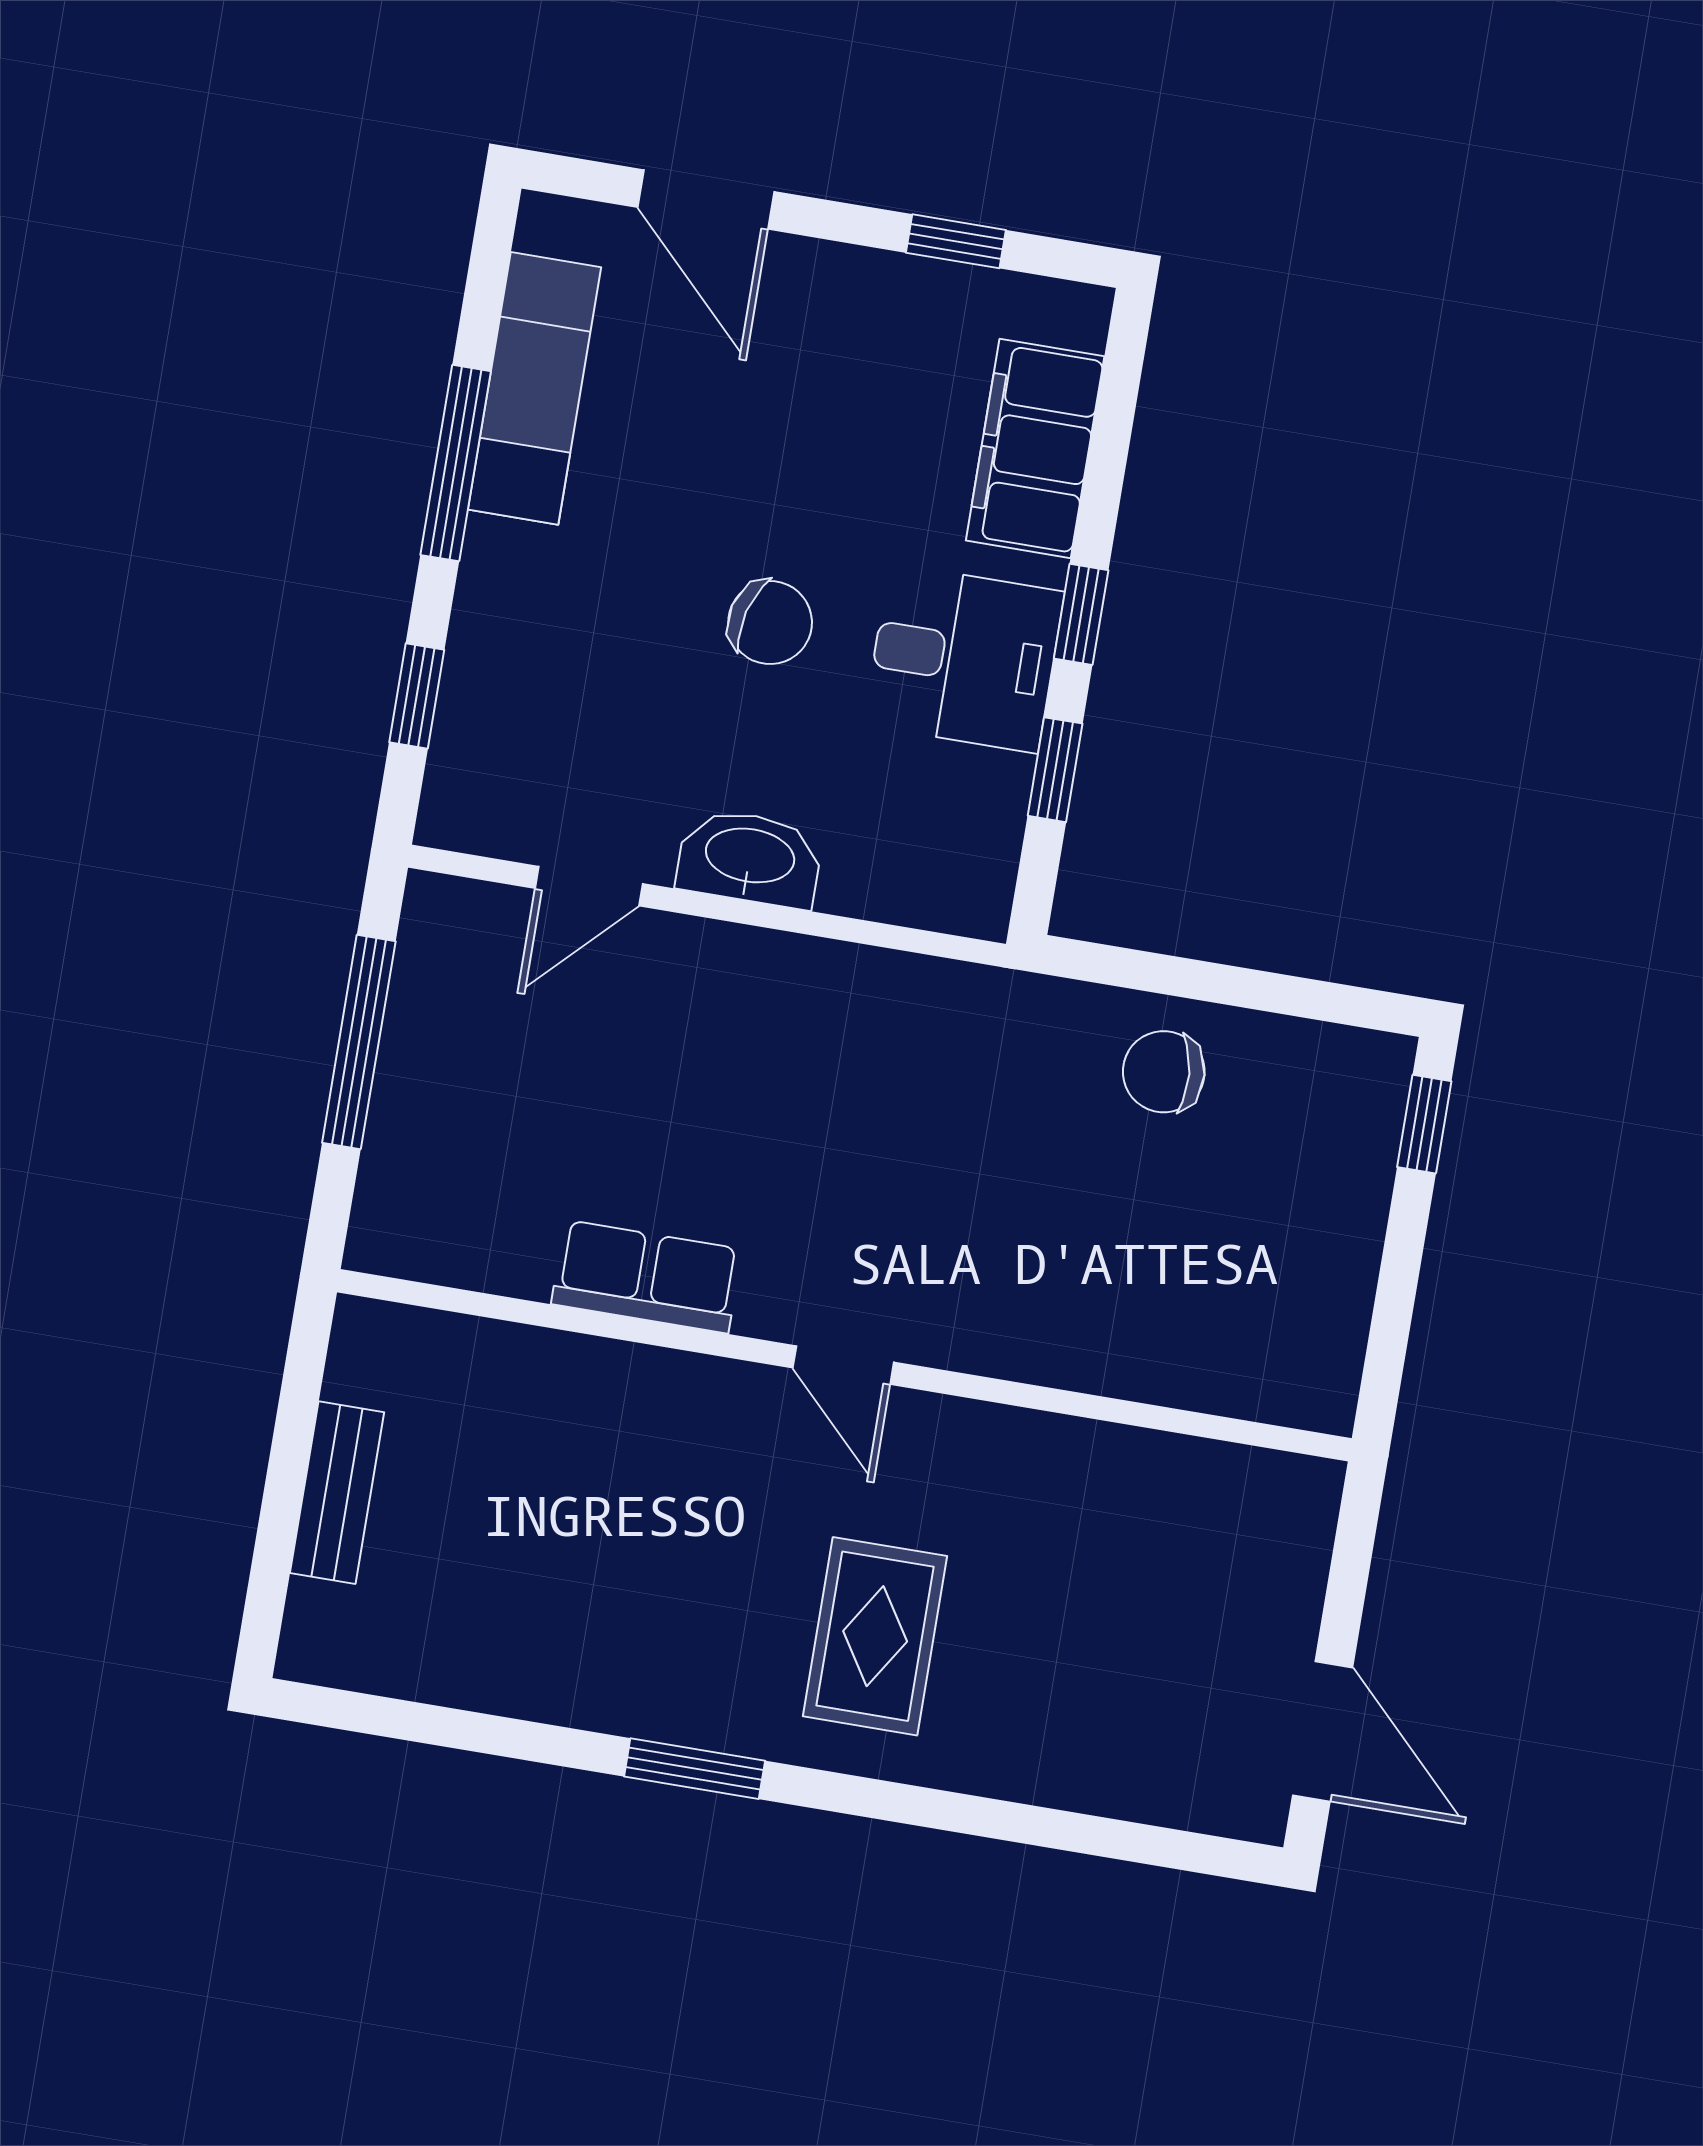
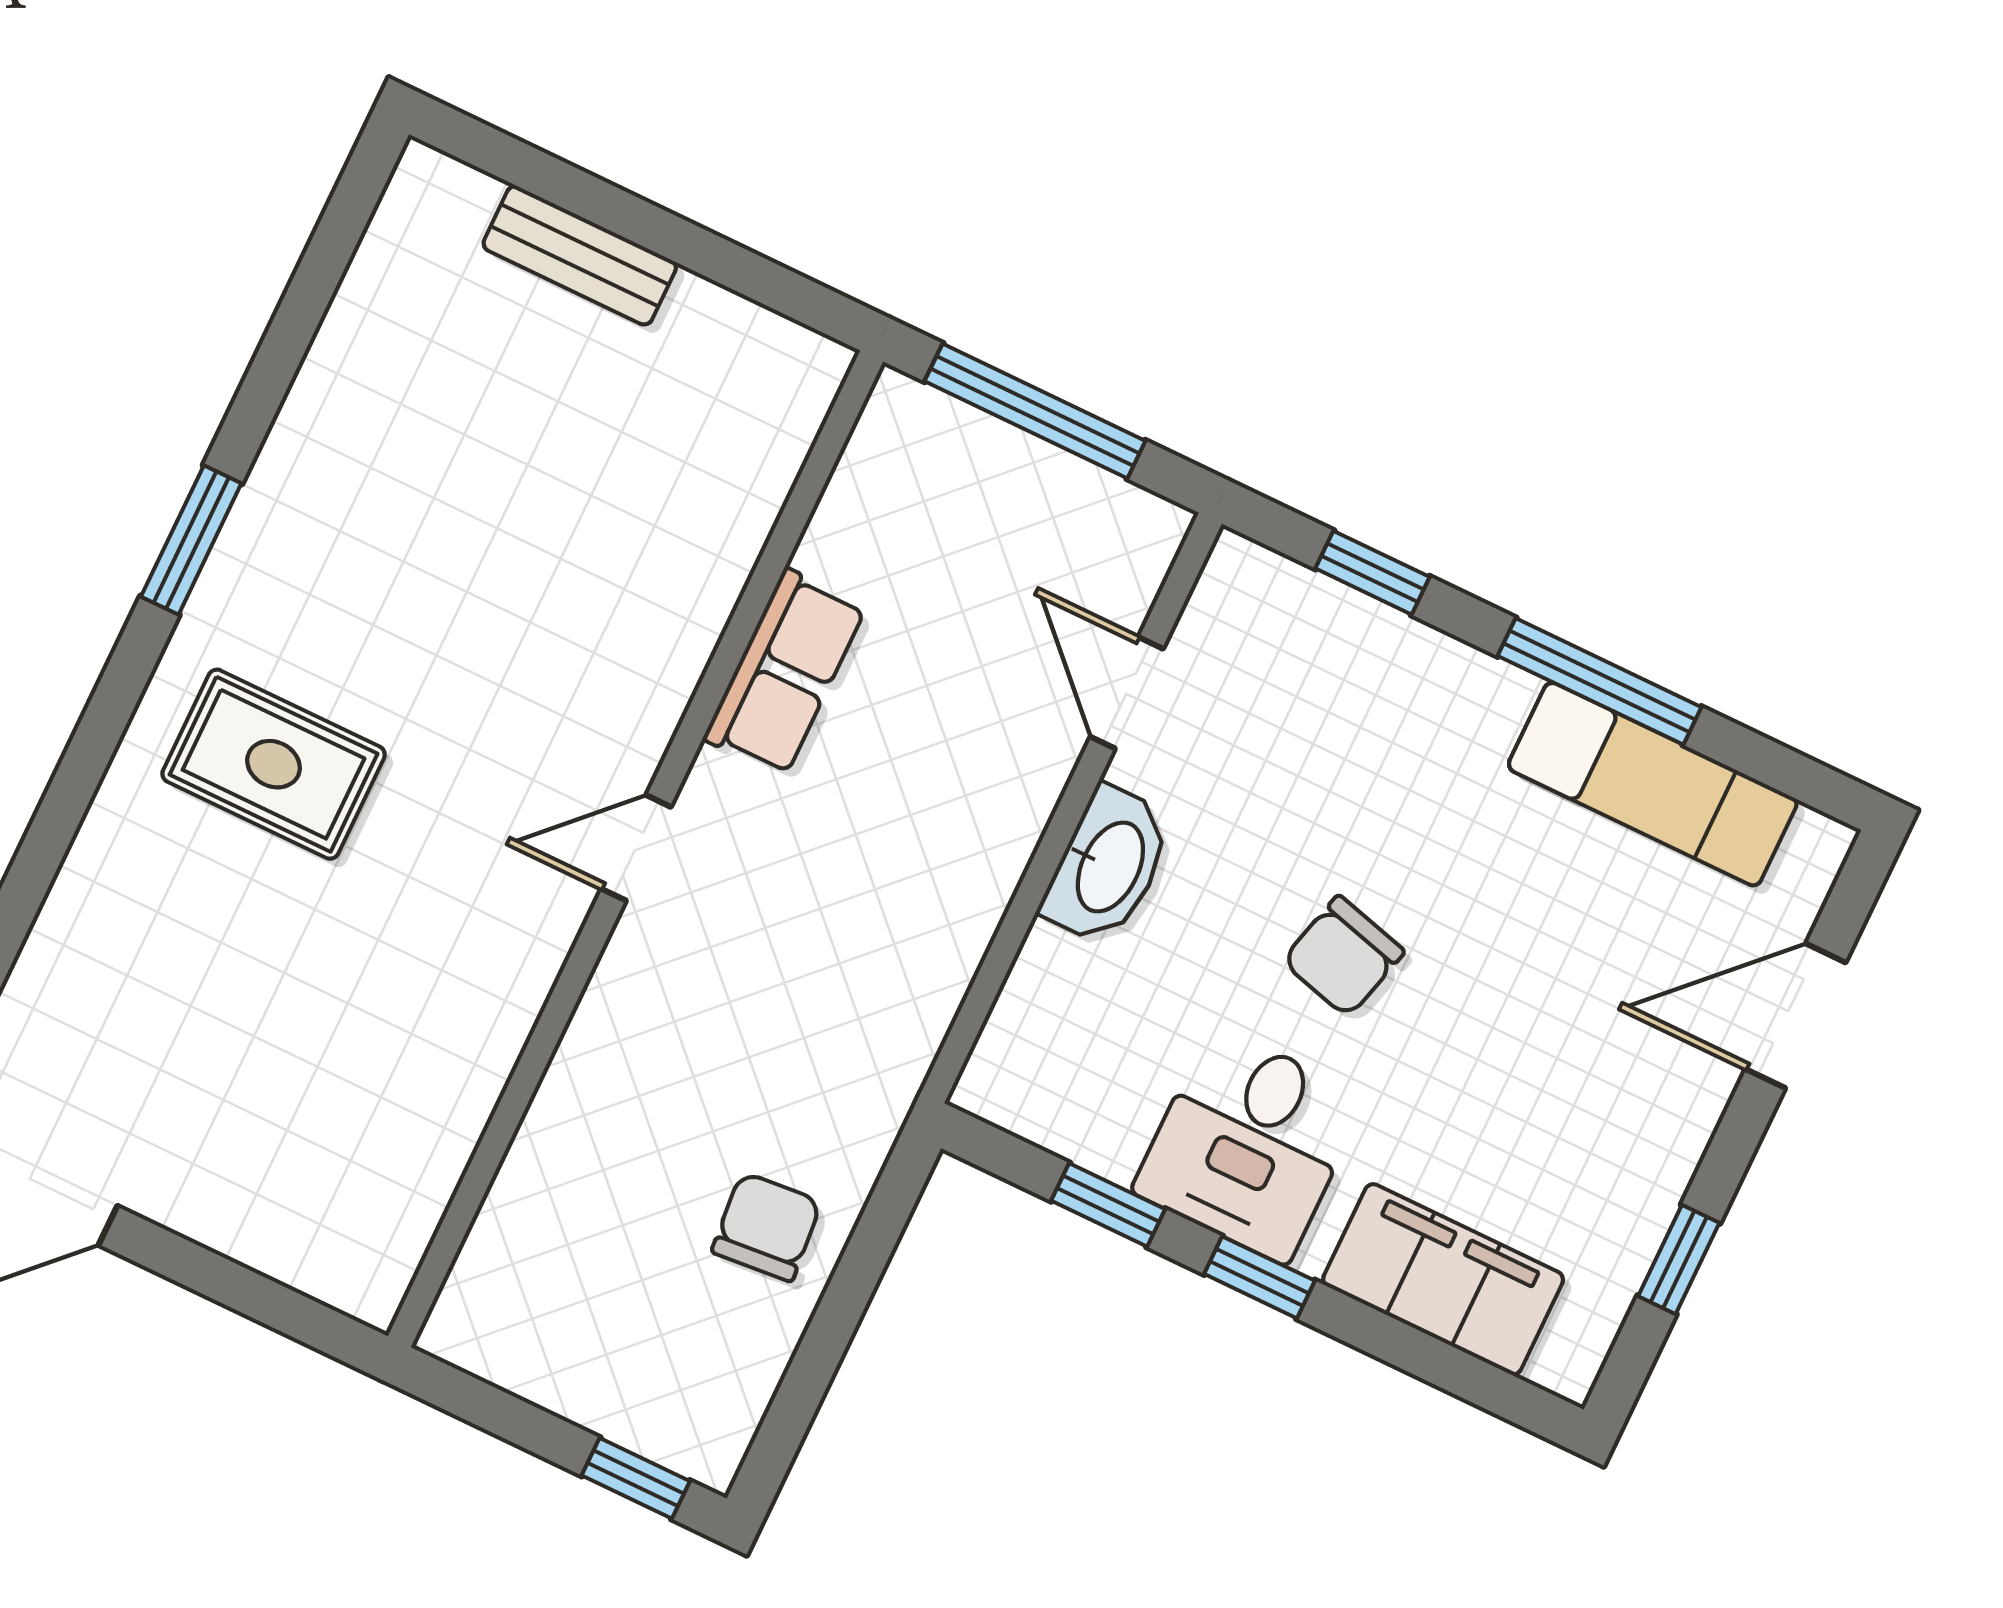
row of seats: (647, 1277) -> (785, 672), moved
door: (843, 1365) -> (636, 848), moved
wall: (844, 1365) -> (636, 849), moved

